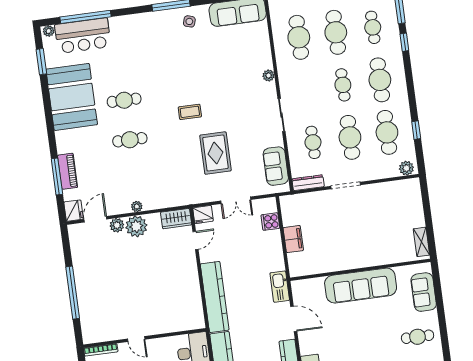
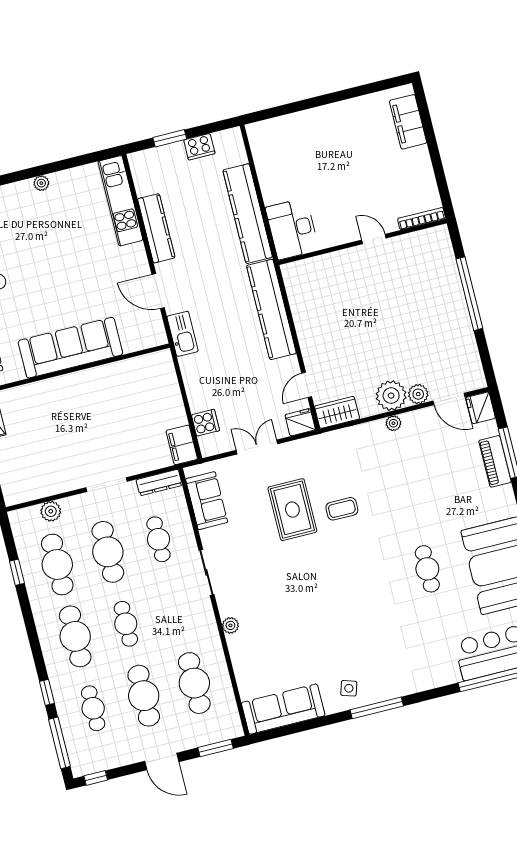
cafe table: (124, 100) -> (427, 569), turned 90
coffee table: (190, 112) -> (342, 509), moved
cafe table: (130, 140) -> (413, 515), removed
plant: (406, 168) -> (51, 511), moved
door: (95, 219) -> (449, 399), hinge flipped
filing cabinet: (293, 239) -> (182, 445), moved

